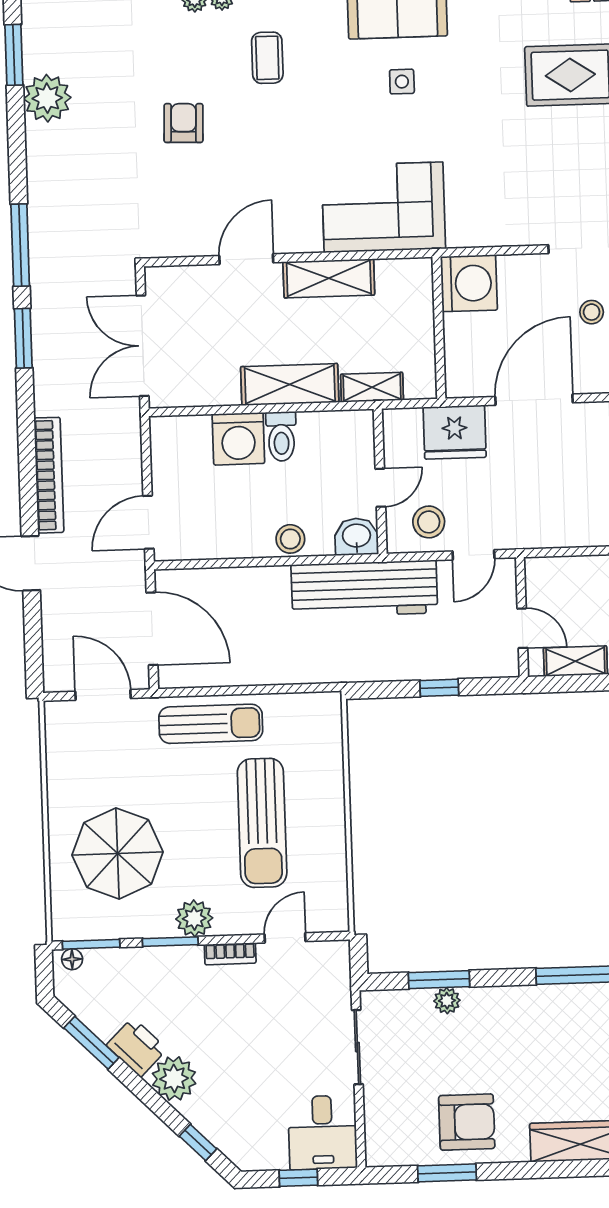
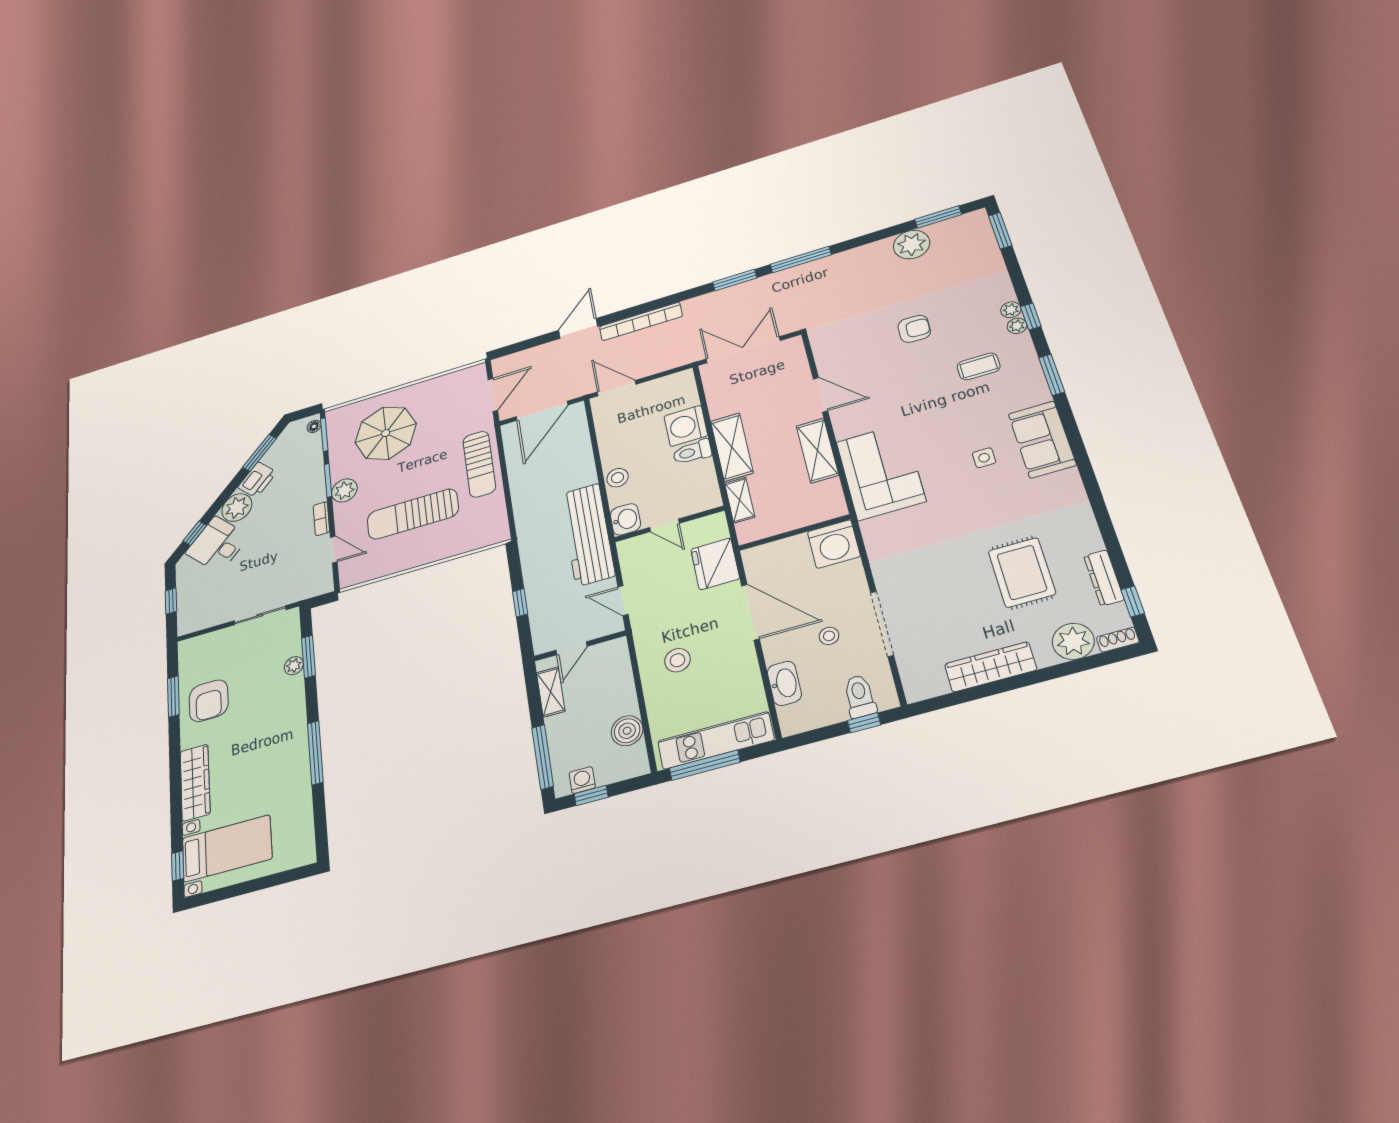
stool: (429, 522) -> (677, 660), moved
desk: (323, 1132) -> (217, 544), moved, turned 45

